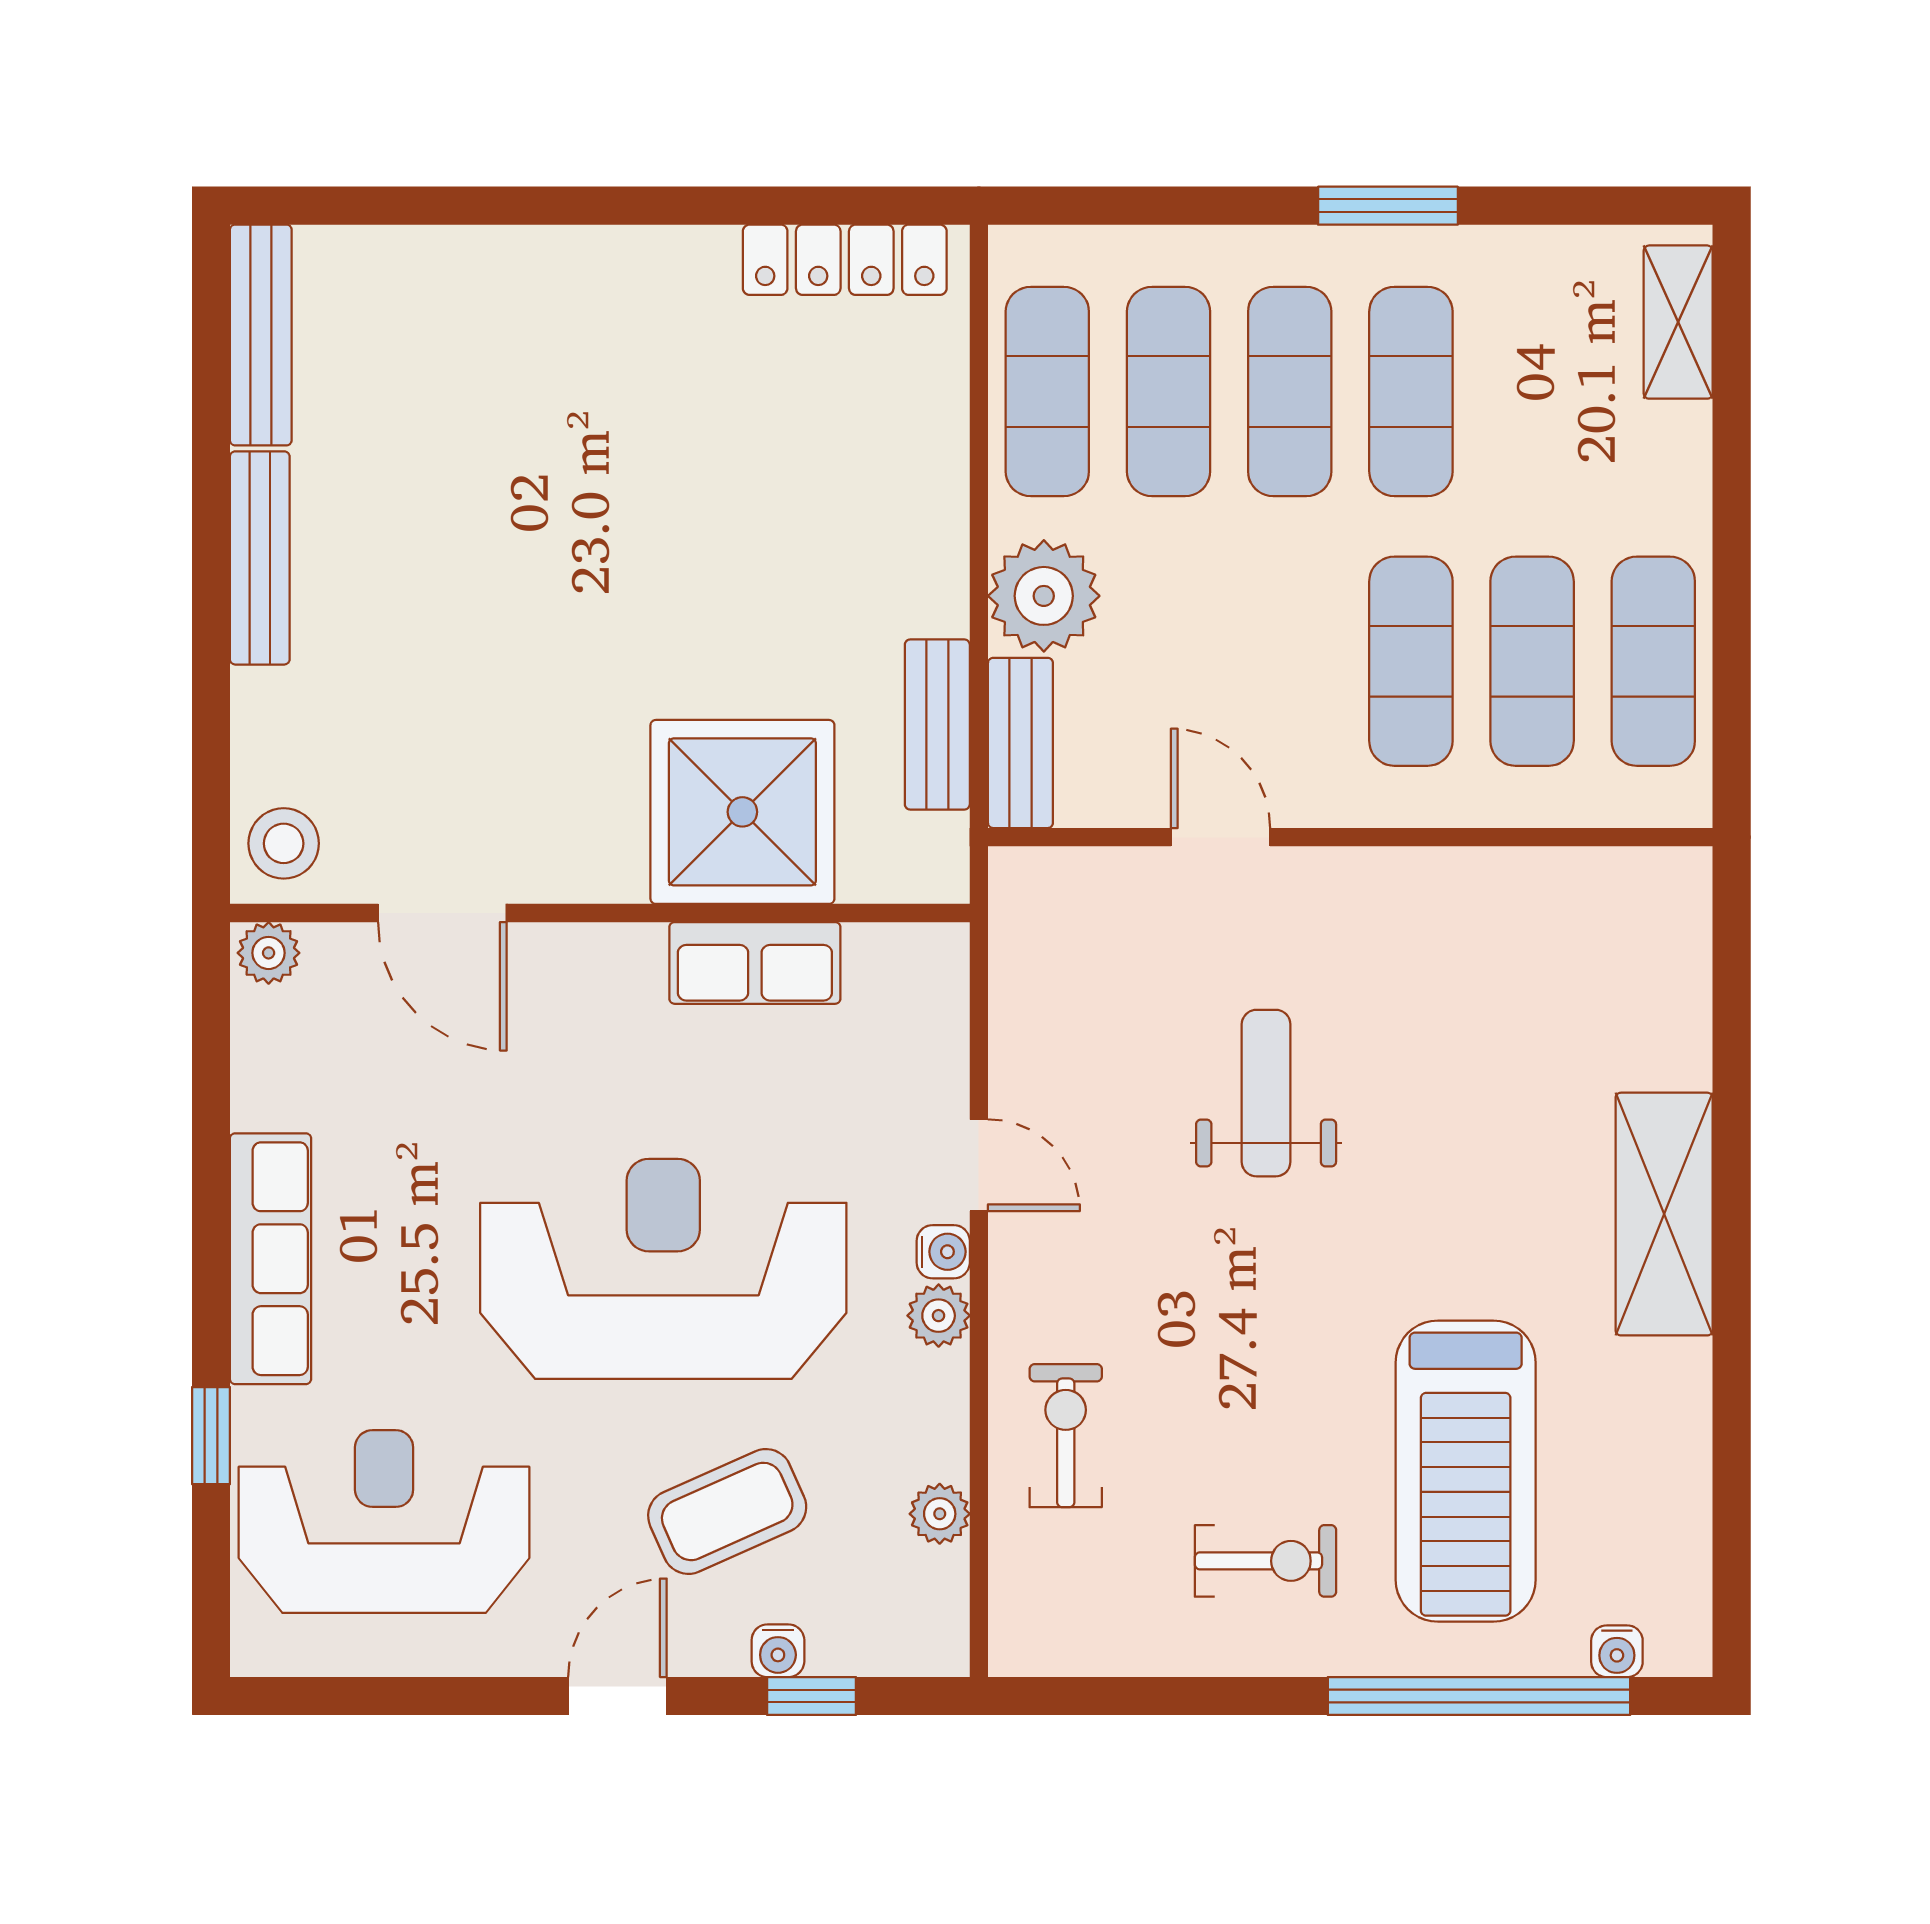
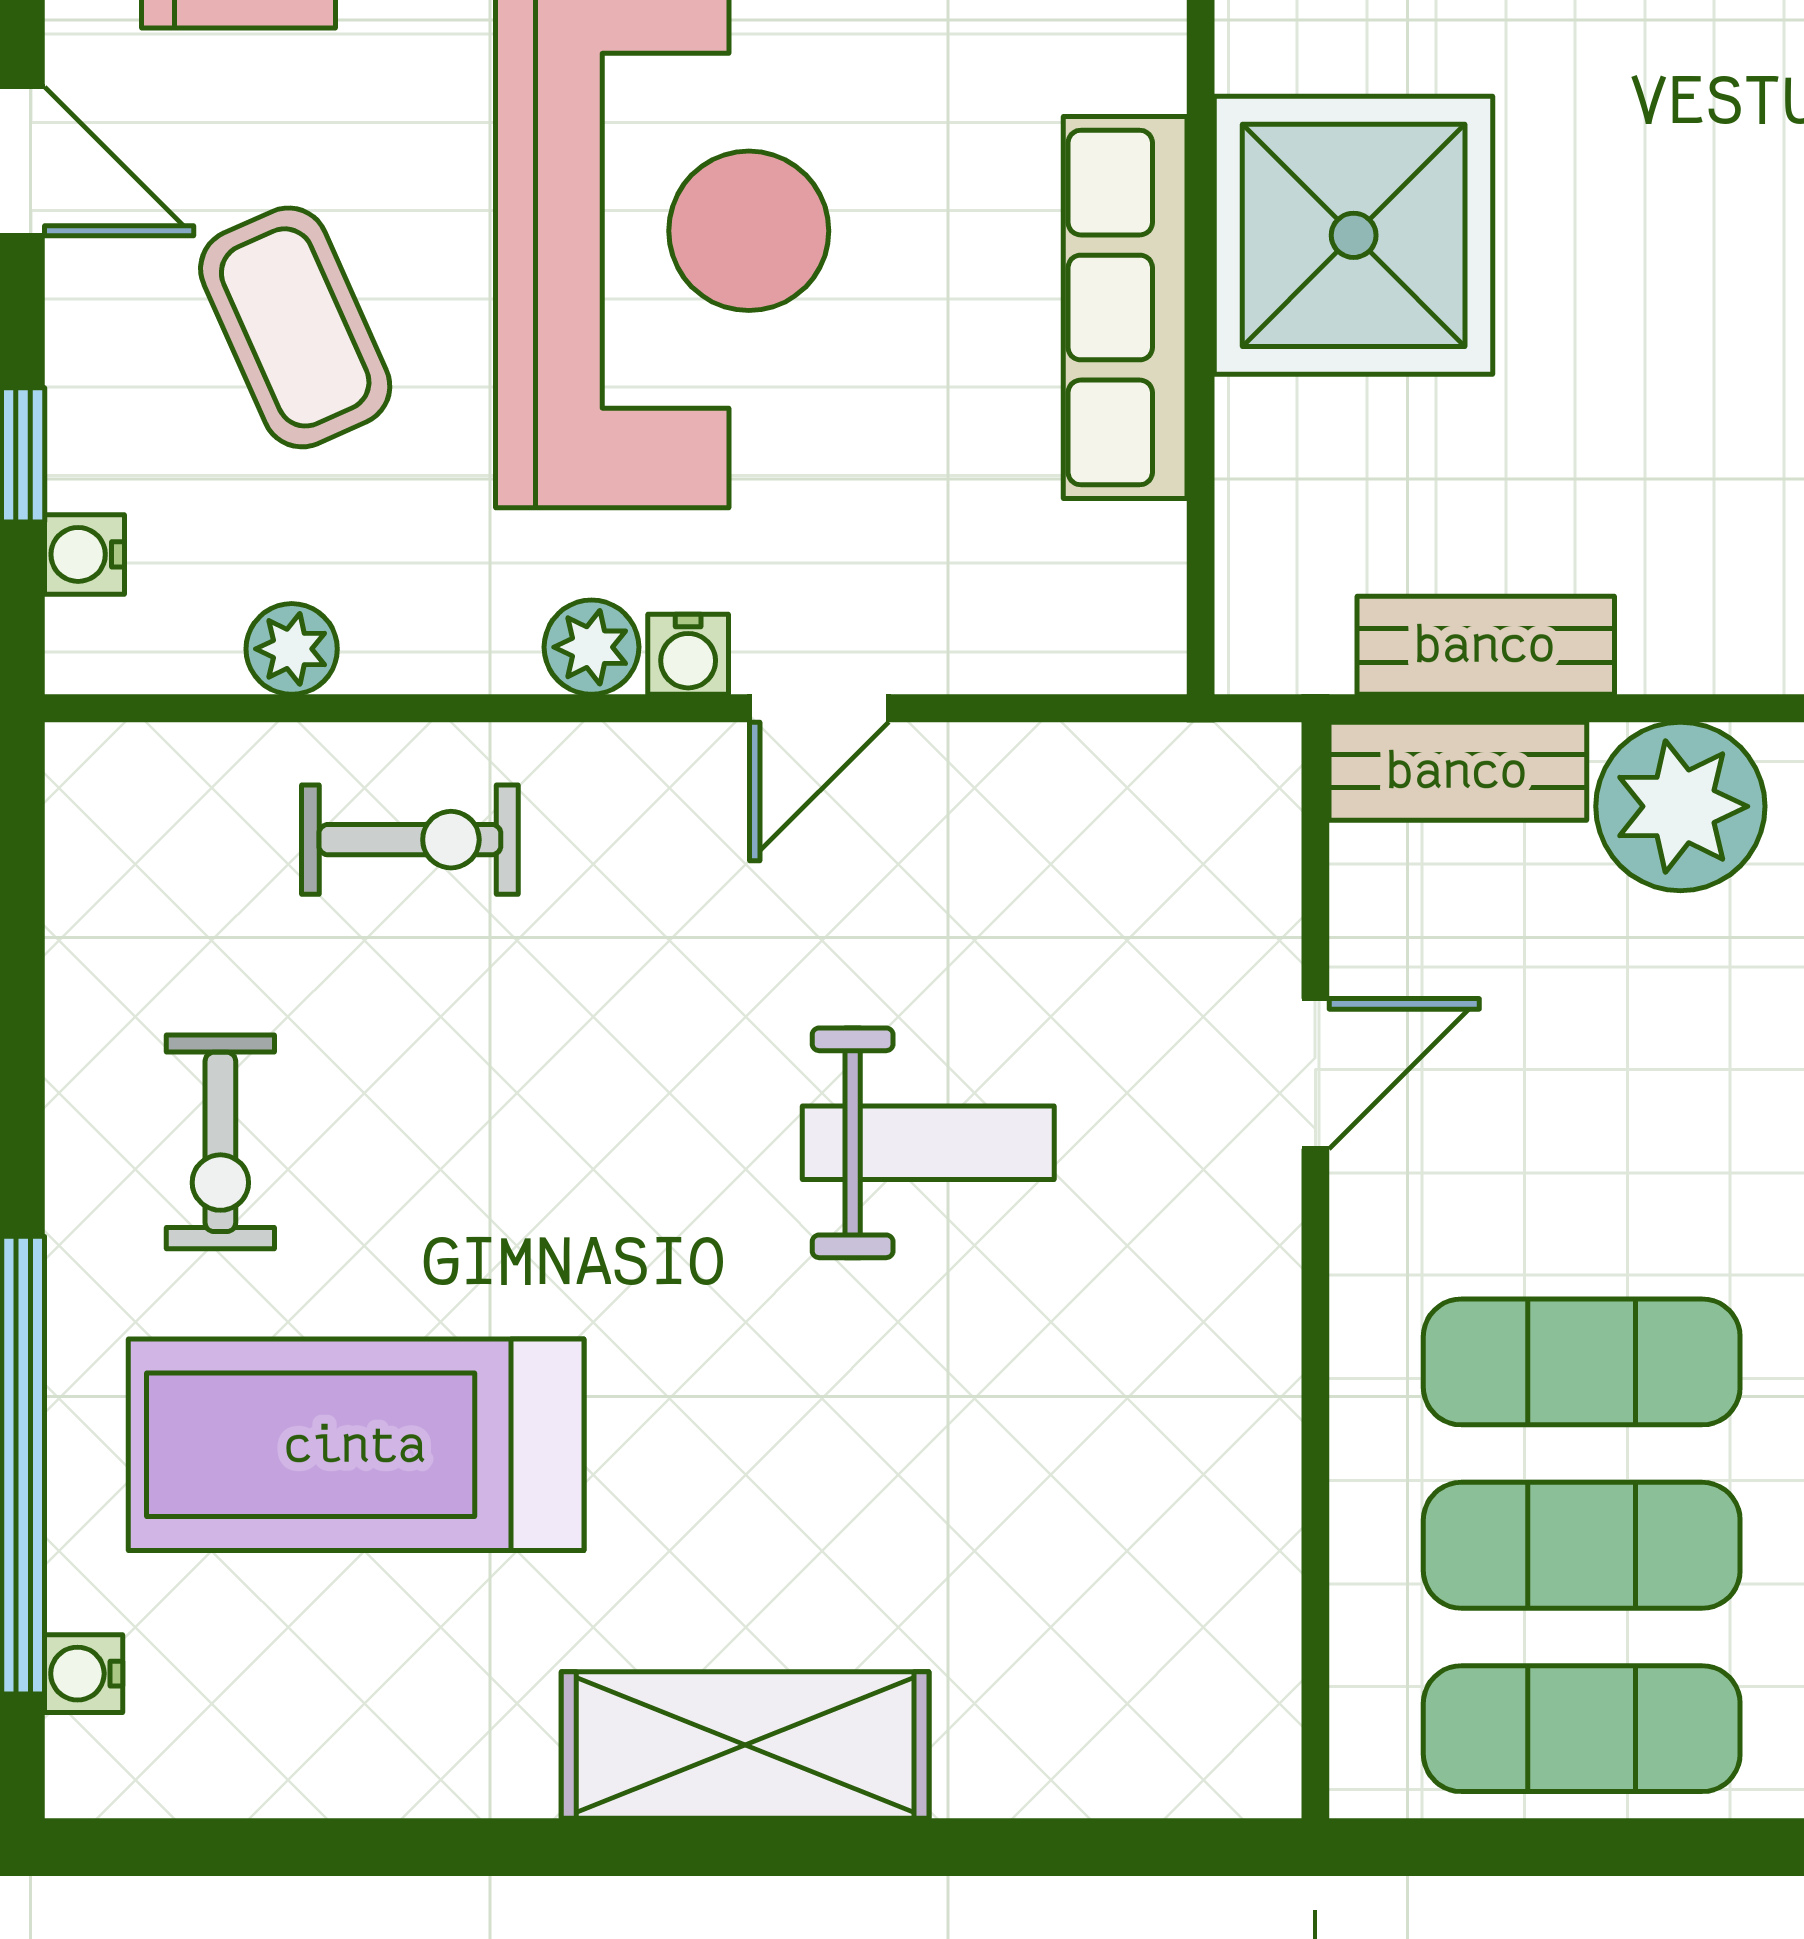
shower: (742, 812) -> (1354, 235), moved
row of seats: (755, 963) -> (1125, 308), width x1.48
water cooler: (778, 1651) -> (84, 554), moved

